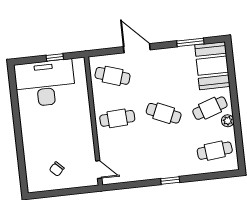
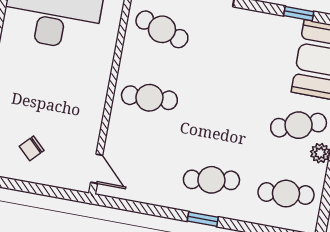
window: (190, 42) -> (299, 14), width x0.67
cafe table: (164, 113) -> (211, 180), moved, turned -33

